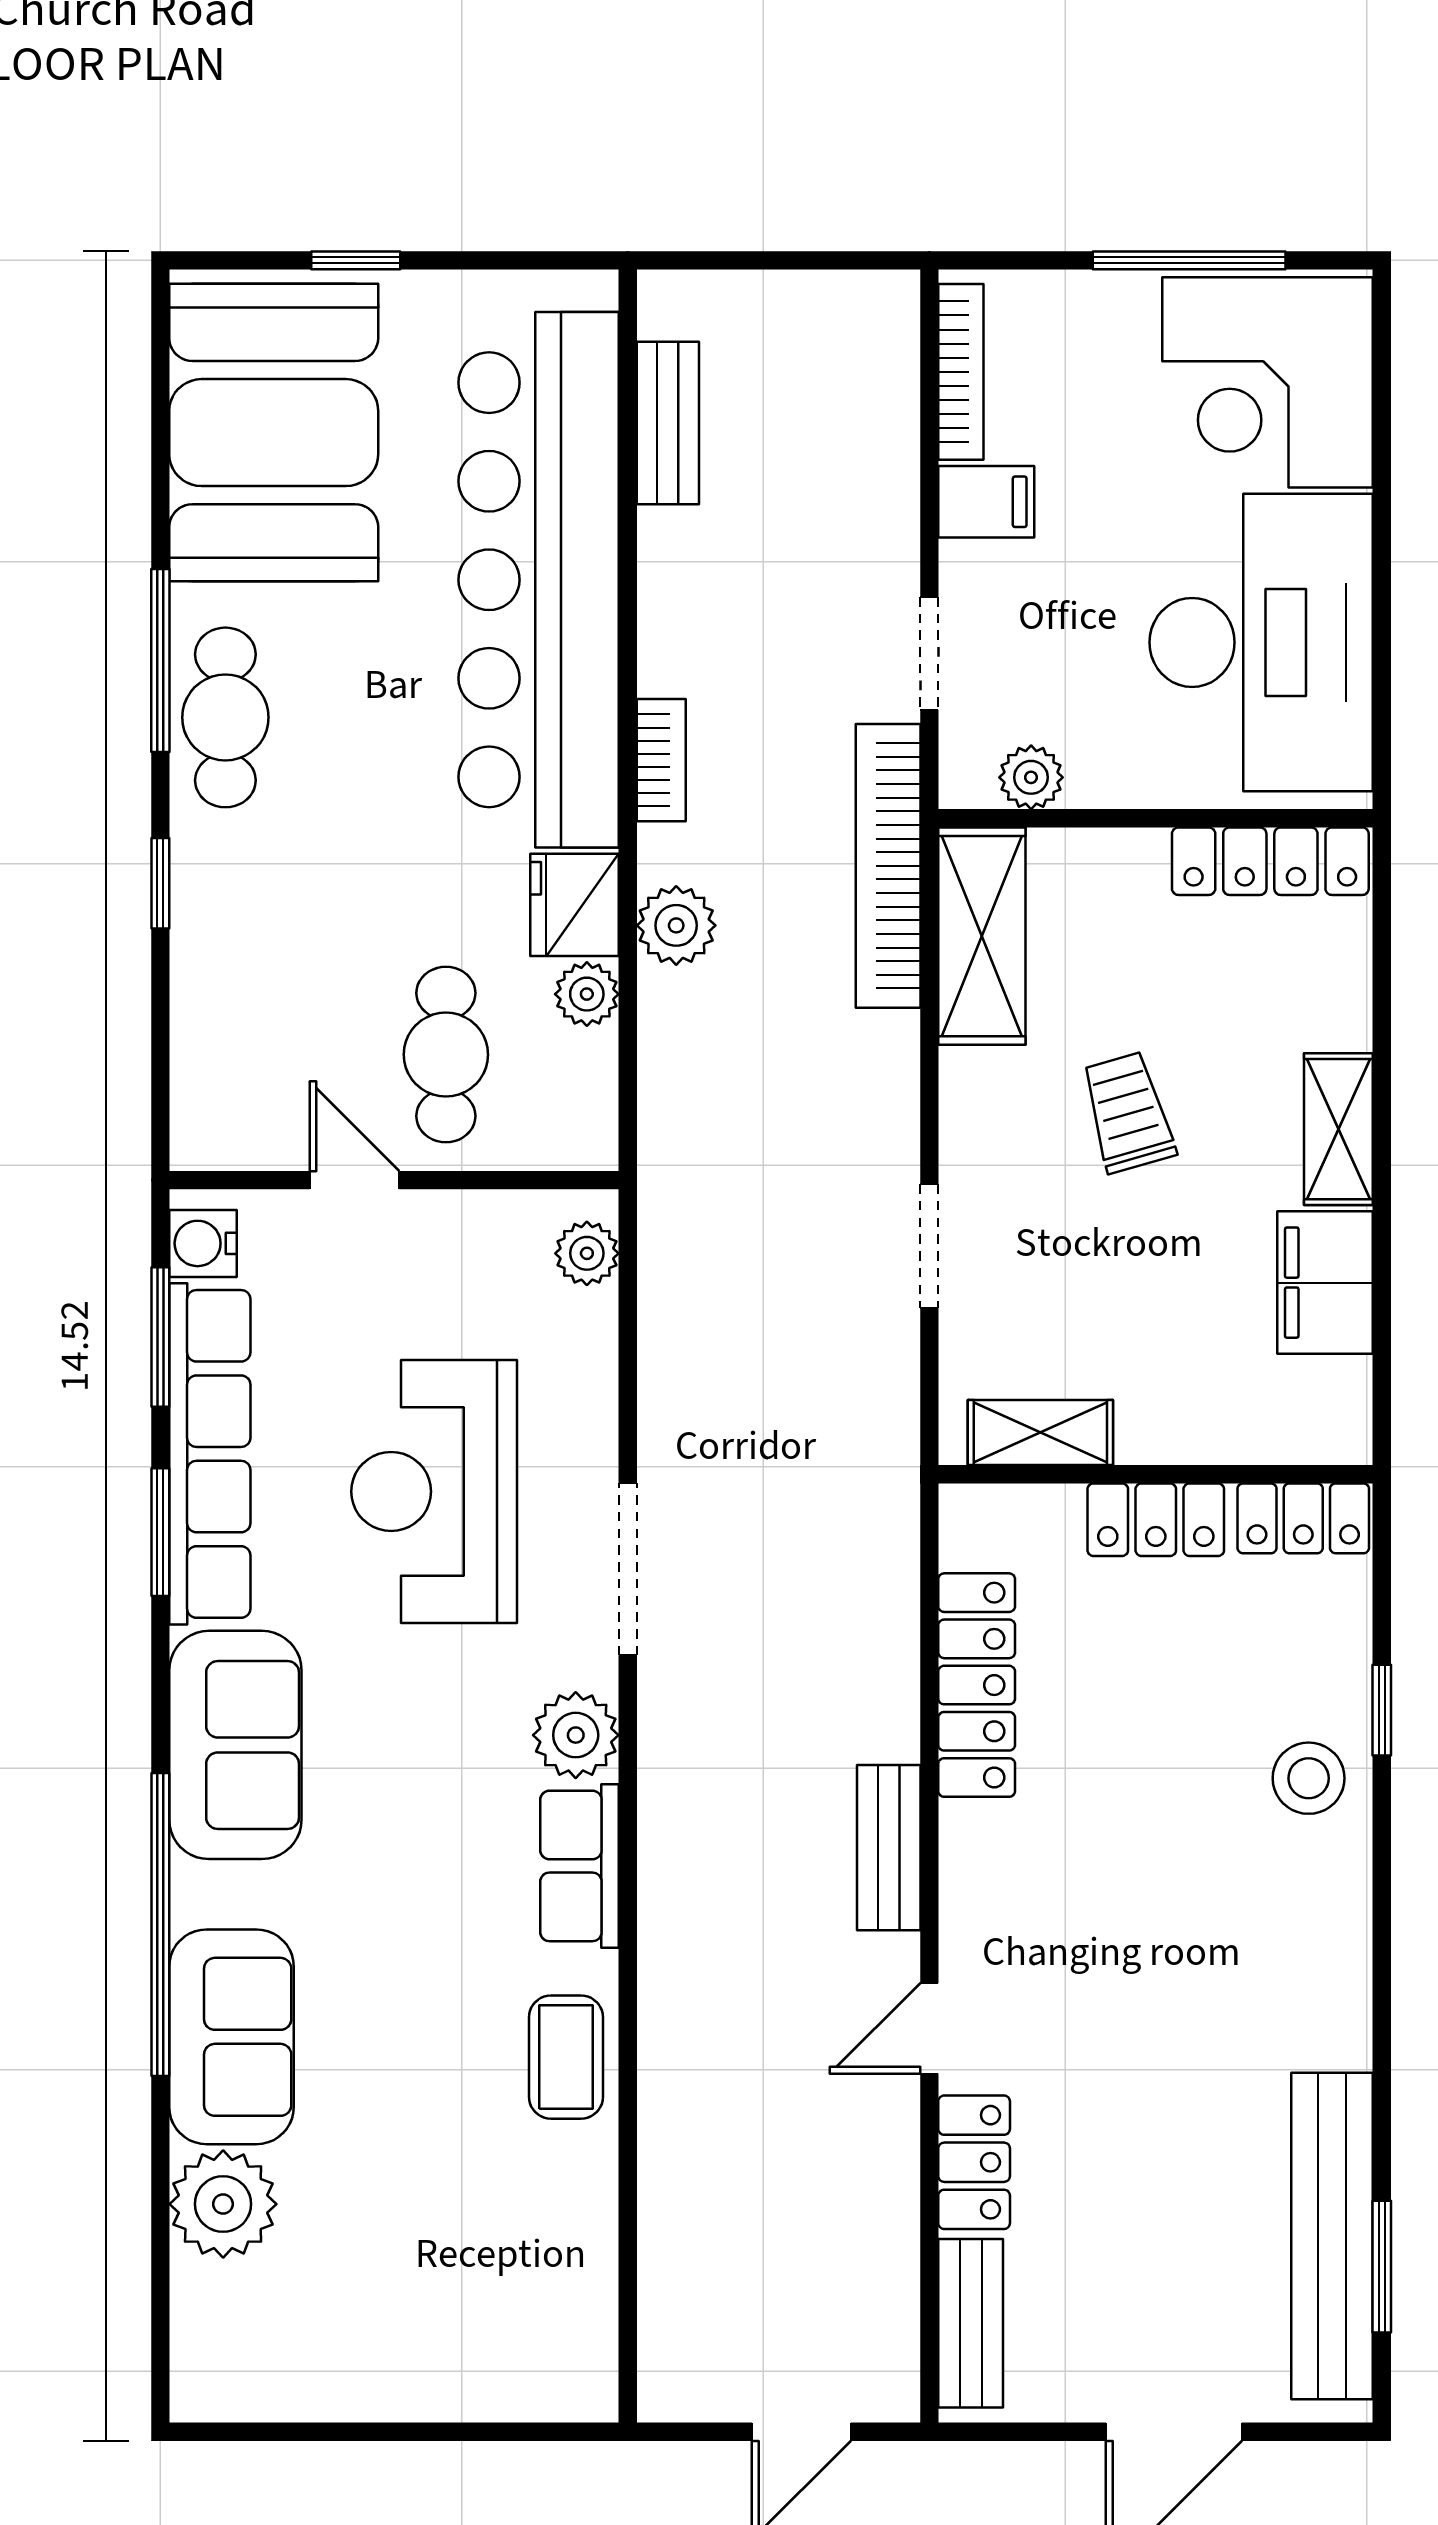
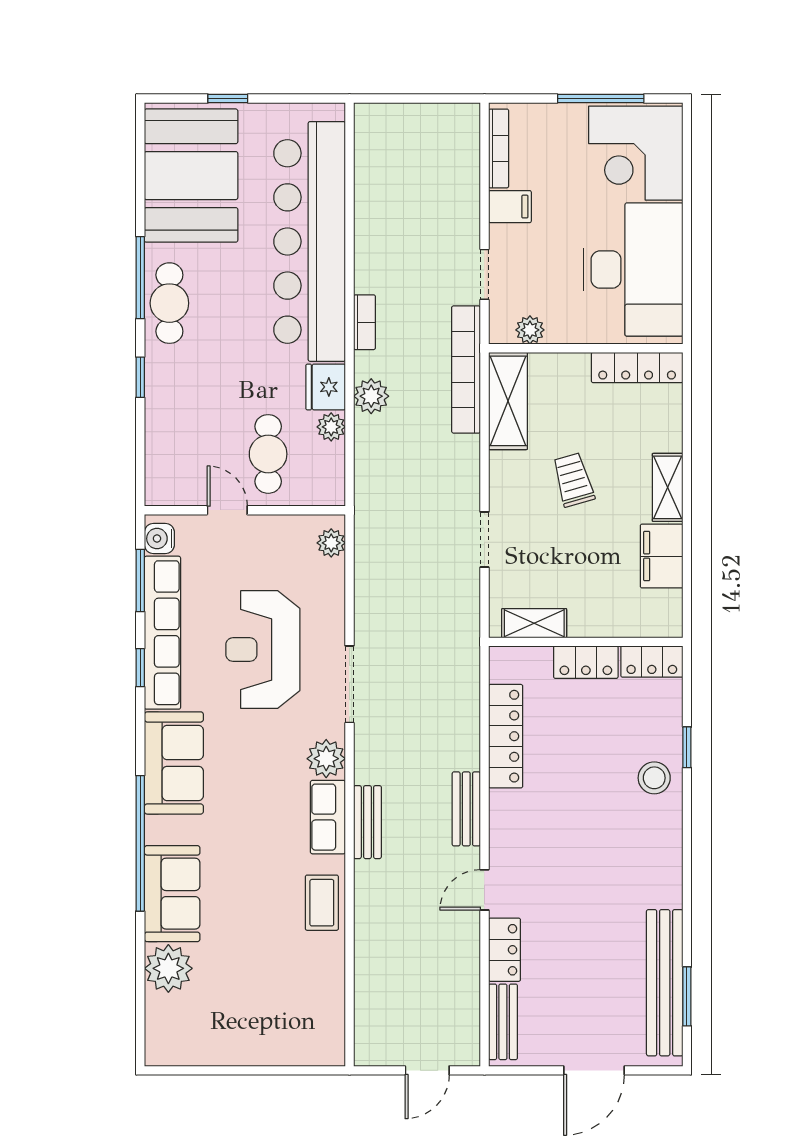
bench: (668, 423) -> (367, 822), moved
window: (160, 1532) -> (140, 668), width x0.67

